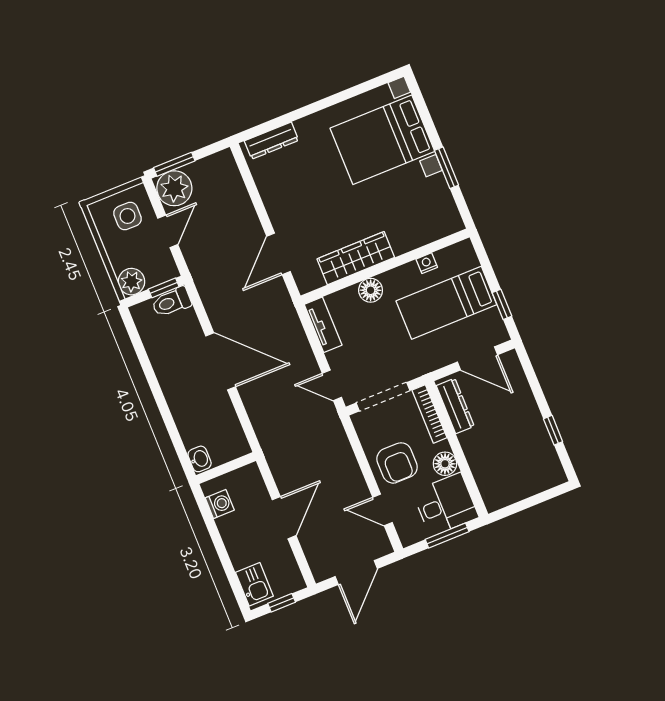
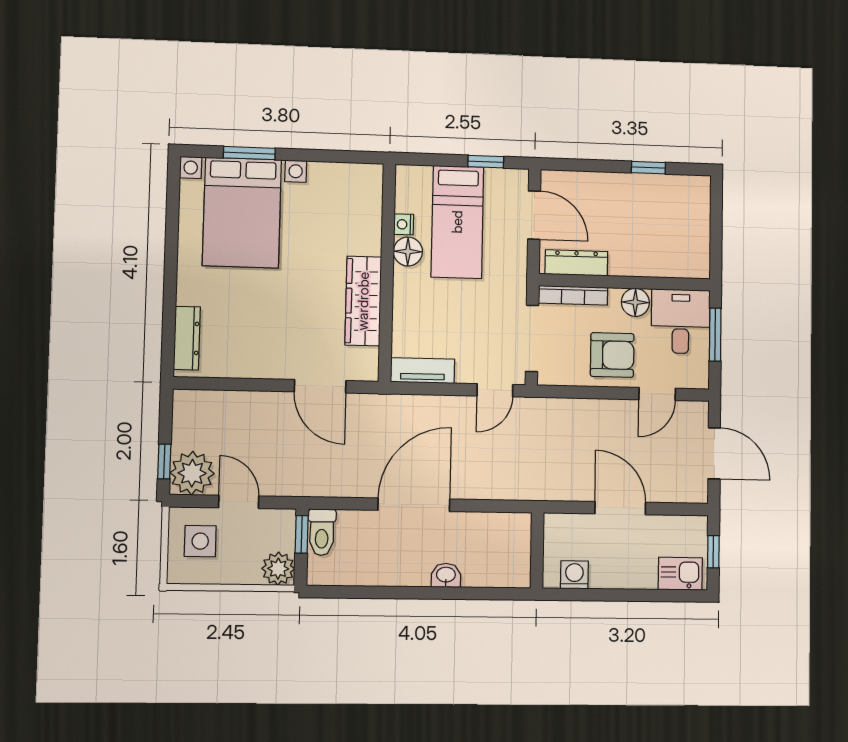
window: (174, 164) -> (164, 461), width x0.67
window: (446, 168) -> (249, 153), moved
floor lamp: (371, 290) -> (408, 252), moved
door: (477, 358) -> (534, 215), hinge flipped
washbasin: (200, 459) -> (446, 575), moved

